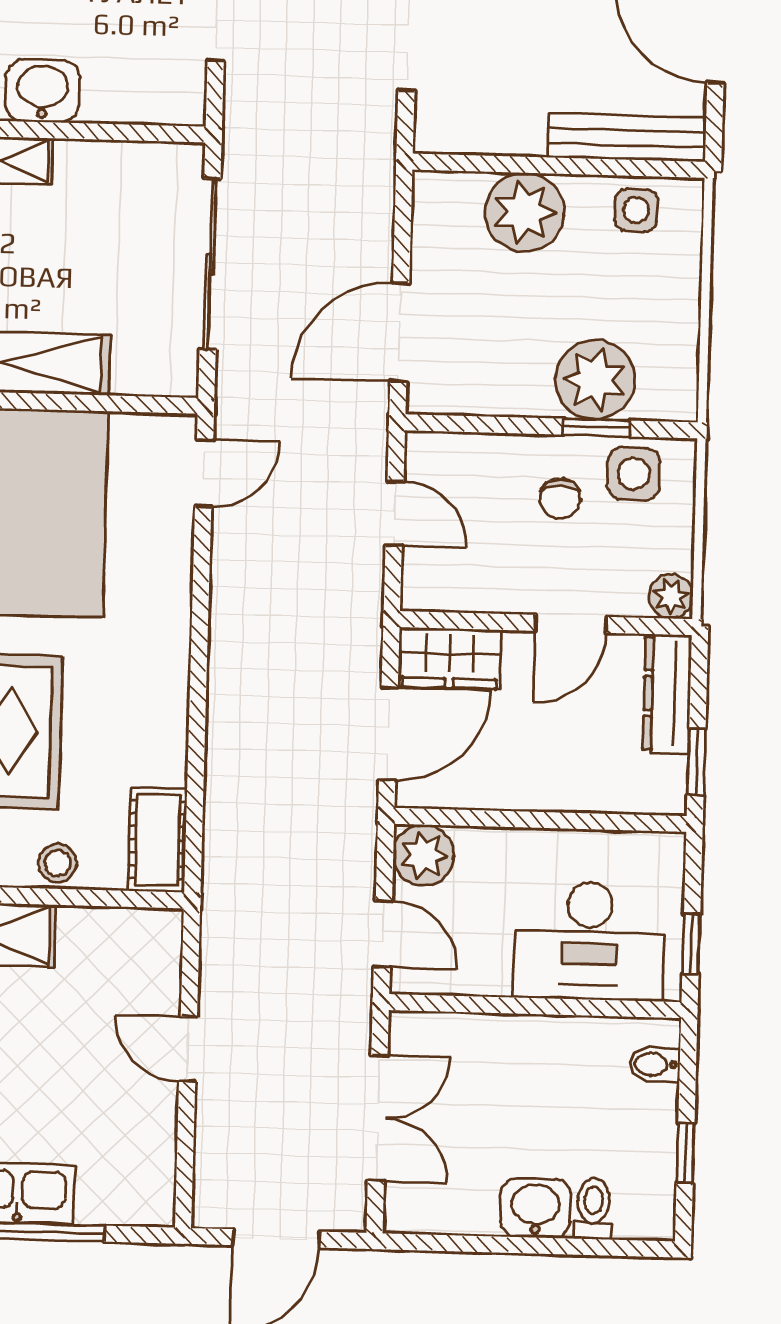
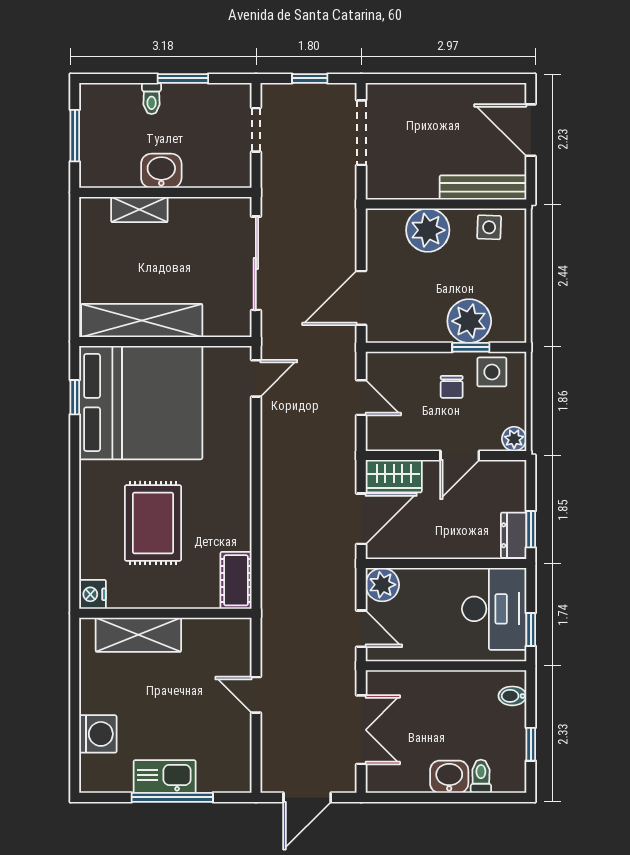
dresser: (667, 694) -> (514, 535), moved, width x0.70
stool: (58, 863) -> (181, 595), removed
desk: (589, 941) -> (494, 609), moved, turned -90

